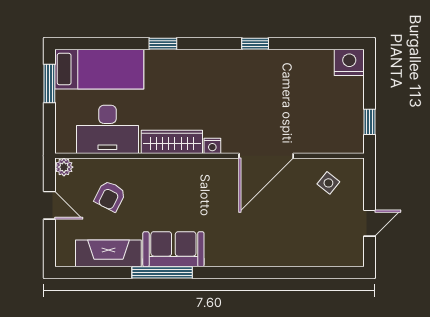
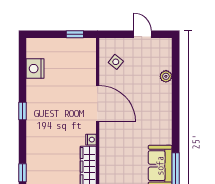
nightstand: (349, 62) -> (35, 69), moved
plant: (307, 258) -> (166, 76), added

